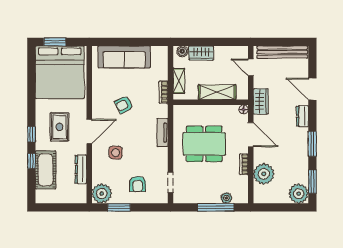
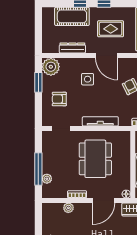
tv unit: (163, 133) -> (100, 121), width x1.41
plant: (264, 174) -> (68, 208), width x0.53, depth x0.53

